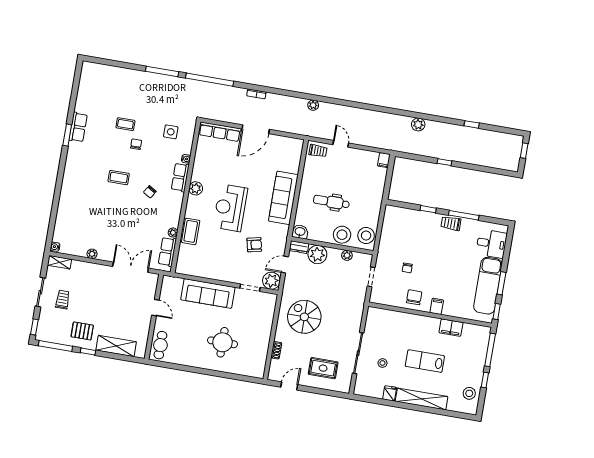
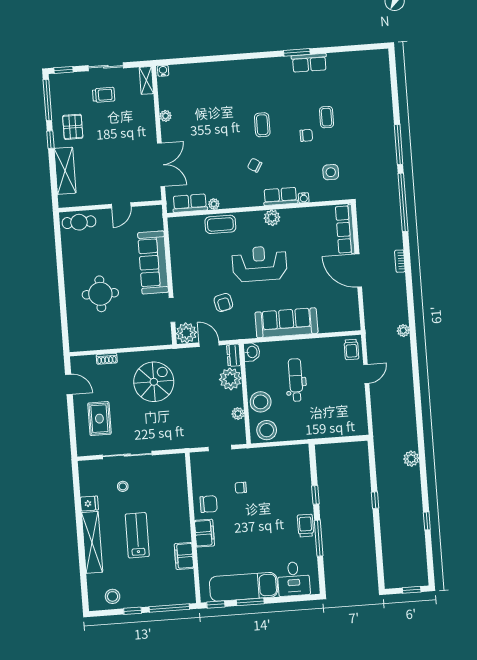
filing cabinet: (384, 160) -> (360, 429), removed
filing cabinet: (437, 306) -> (205, 533), width x2.00

